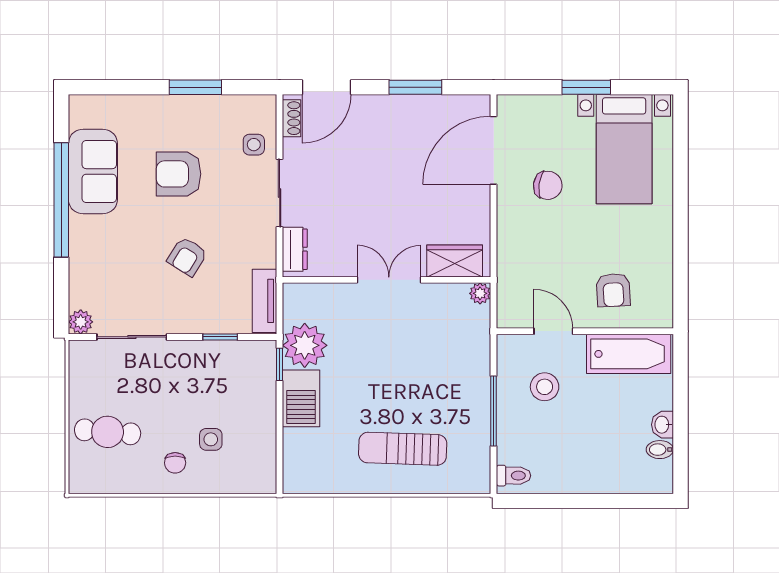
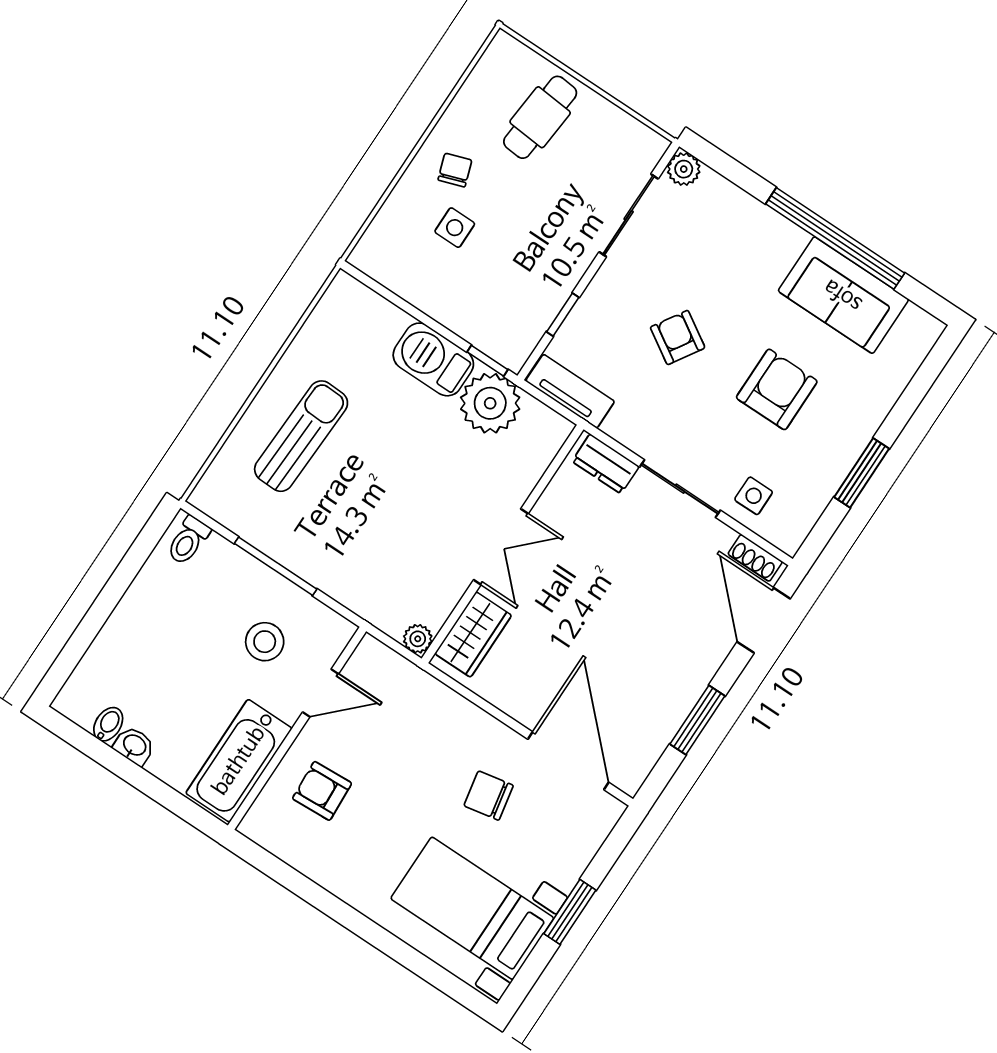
chair: (548, 185) -> (489, 796), turned 71
chair: (175, 463) -> (455, 170), turned 71

